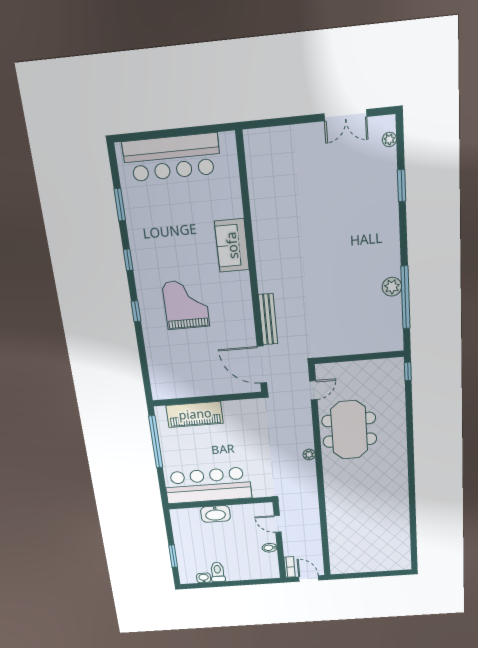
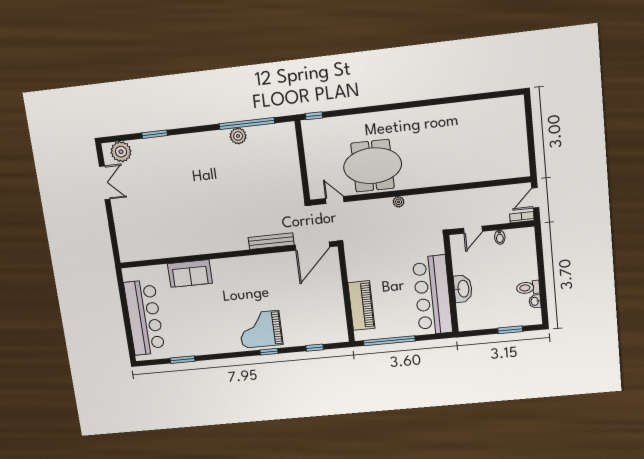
plant: (389, 139) -> (121, 152), width x1.88, depth x1.88
sofa: (232, 245) -> (190, 274), moved
window: (128, 260) -> (315, 348), moved
grand piano: (186, 304) -> (260, 329), moved

